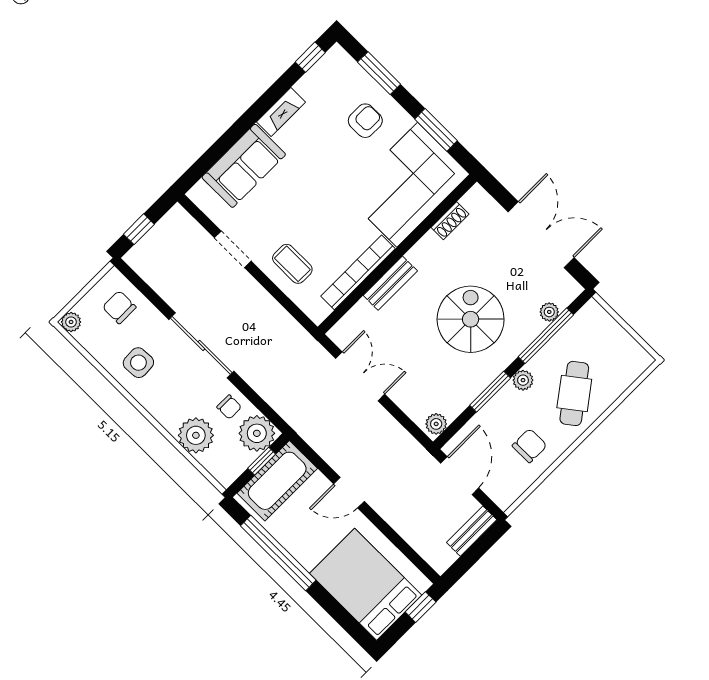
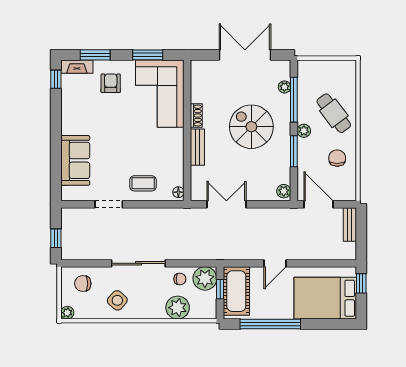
fireplace: (281, 112) -> (77, 67), moved, turned 90
shoe rack: (450, 221) -> (196, 116), moved
bookcase: (358, 272) -> (177, 157), removed
floor lamp: (321, 311) -> (178, 192), added
side table: (138, 363) -> (117, 300), turned 45

